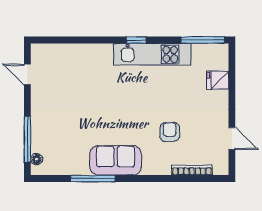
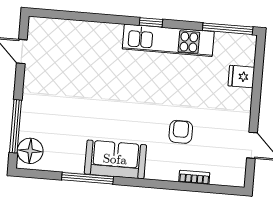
floor lamp: (37, 159) -> (30, 151), width x1.89, depth x1.89
bookcase: (192, 170) -> (194, 177), width x0.64

